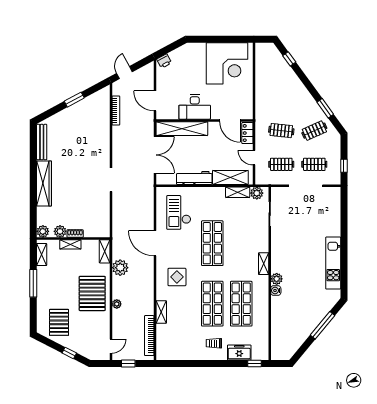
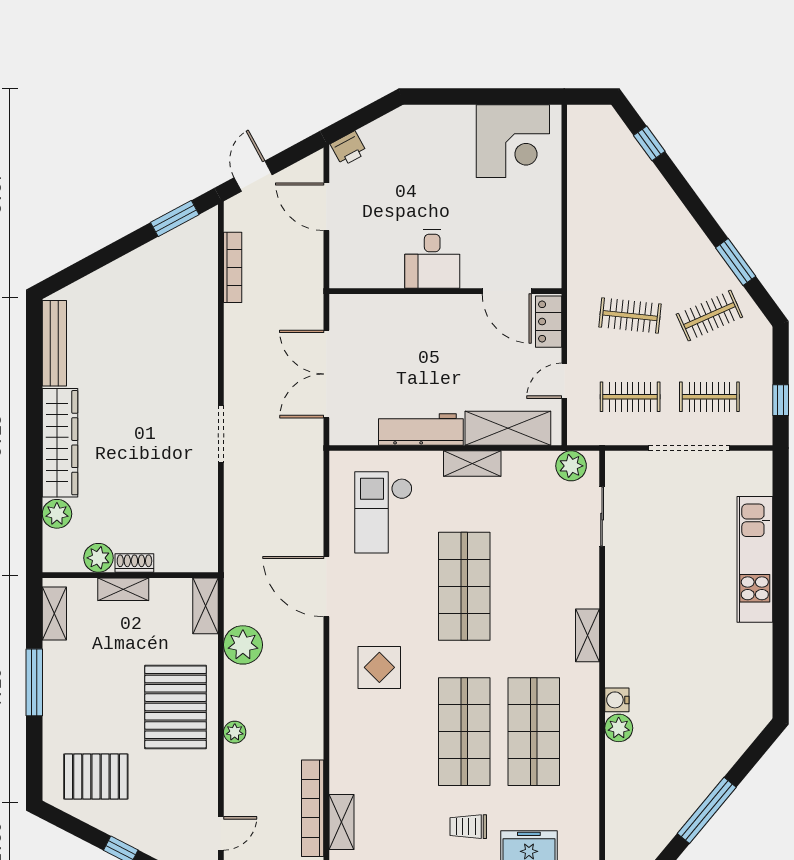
corner desk: (227, 63) -> (513, 141), width x0.74, depth x0.74
window: (74, 100) -> (175, 219), moved
door: (155, 101) -> (326, 207), moved
desk: (195, 107) -> (432, 259), width x0.73
shelving: (182, 129) -> (391, 311), removed
double door: (155, 155) -> (326, 374), swing flipped
door: (254, 158) -> (564, 381), hinge flipped
shelving: (238, 192) -> (472, 464), moved
plant: (43, 231) -> (57, 514), moved
kitchen unit: (333, 263) -> (755, 559), moved
plant: (277, 279) -> (619, 728), moved
shelving: (161, 312) -> (341, 822), moved
pallet: (59, 322) -> (96, 777), turned 90
window: (323, 325) -> (707, 810), moved

